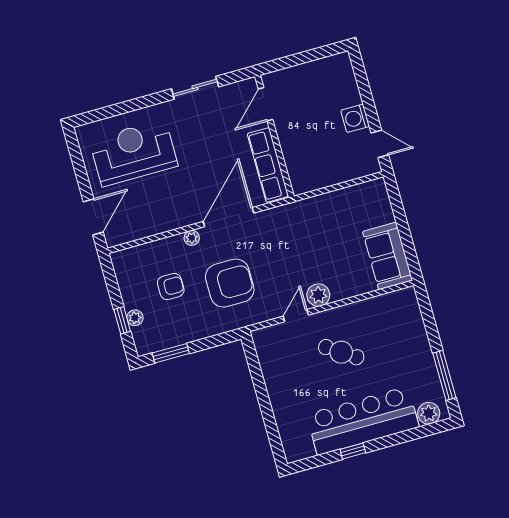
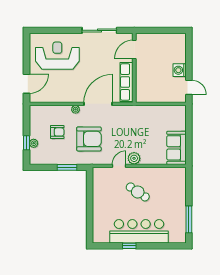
sliding door: (195, 88) -> (99, 30), width x1.37
window: (171, 353) -> (67, 167), moved
plant: (429, 413) -> (175, 237), removed

